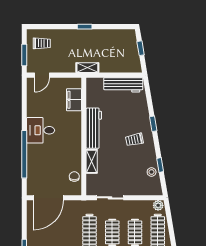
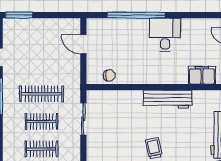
shelving: (92, 161) -> (127, 97), removed
door: (48, 198) -> (83, 44), width x0.53

